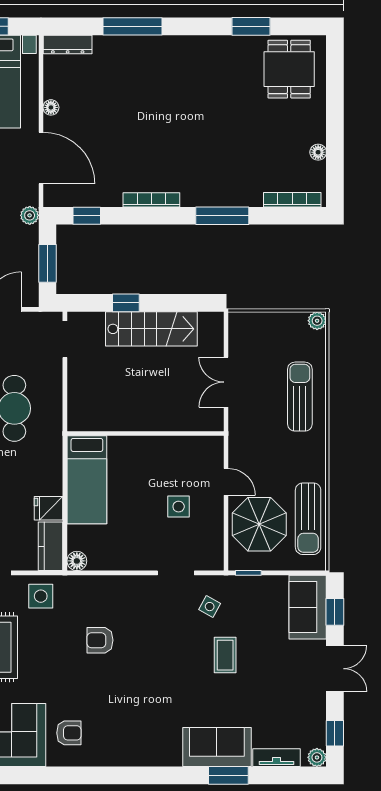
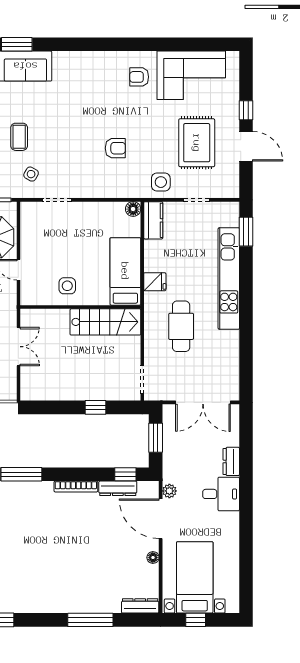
dresser: (97, 197) -> (118, 488), added
plant: (30, 215) -> (169, 491), moved
stairs: (151, 329) -> (105, 322), moved, turned 180
side table: (179, 507) -> (67, 286), moved
fridge: (49, 508) -> (155, 282), moved

